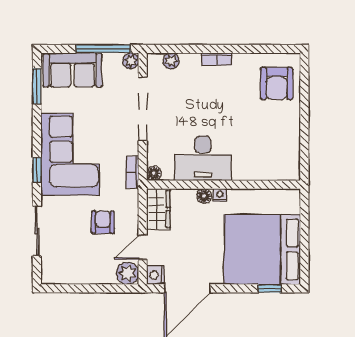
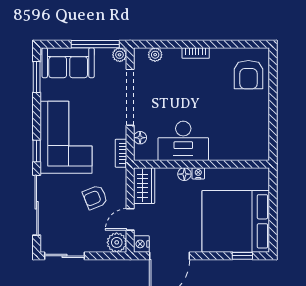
floor lamp: (154, 173) -> (140, 138), moved
armchair: (103, 222) -> (95, 197), turned -112
sliding door: (37, 231) -> (37, 205), width x1.37
sliding door: (68, 288) -> (65, 256), added

